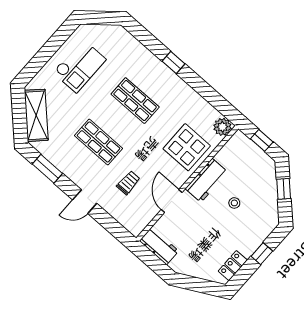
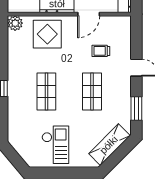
checkout: (79, 66) -> (55, 145), turned 90

